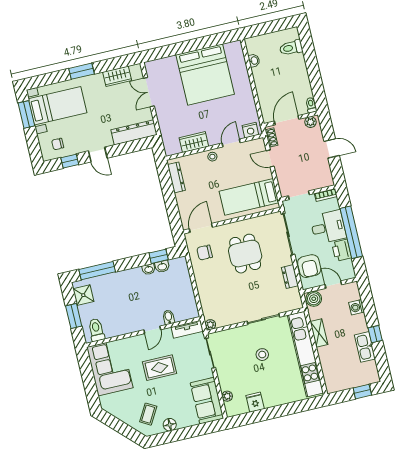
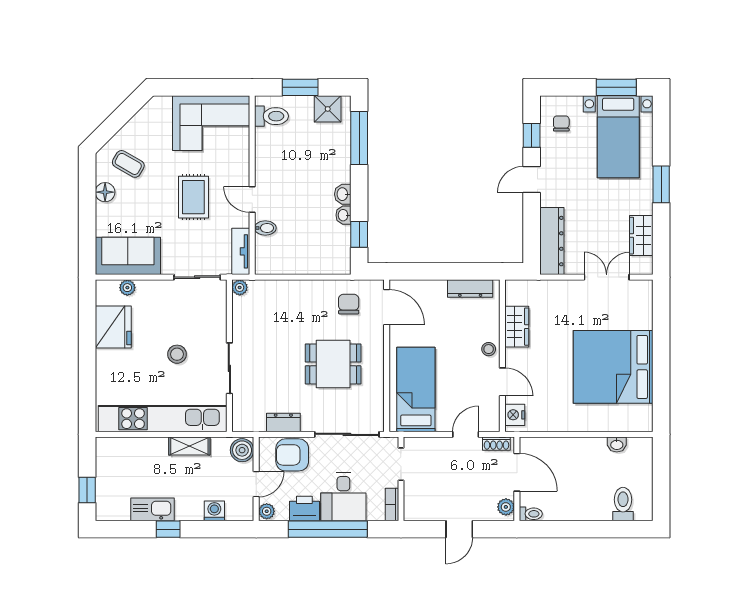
washbasin: (162, 267) -> (343, 194), moved
plant: (349, 274) -> (267, 511), added
fridge: (255, 402) -> (113, 327), width x1.88, depth x1.34

